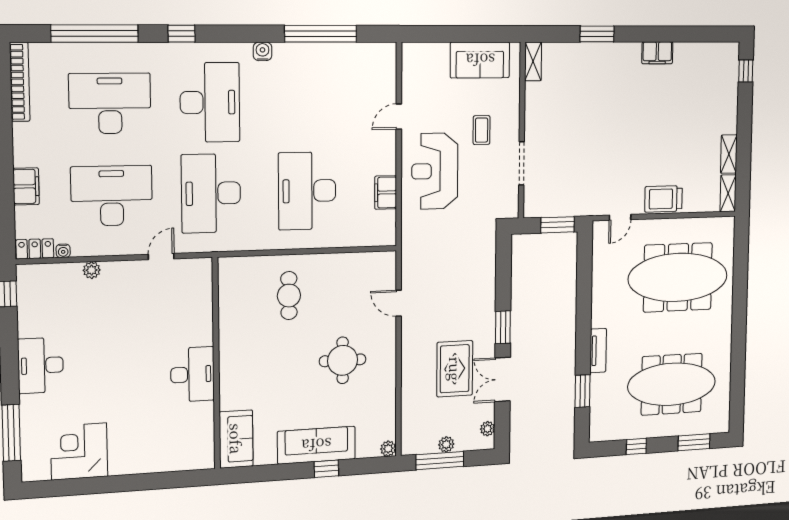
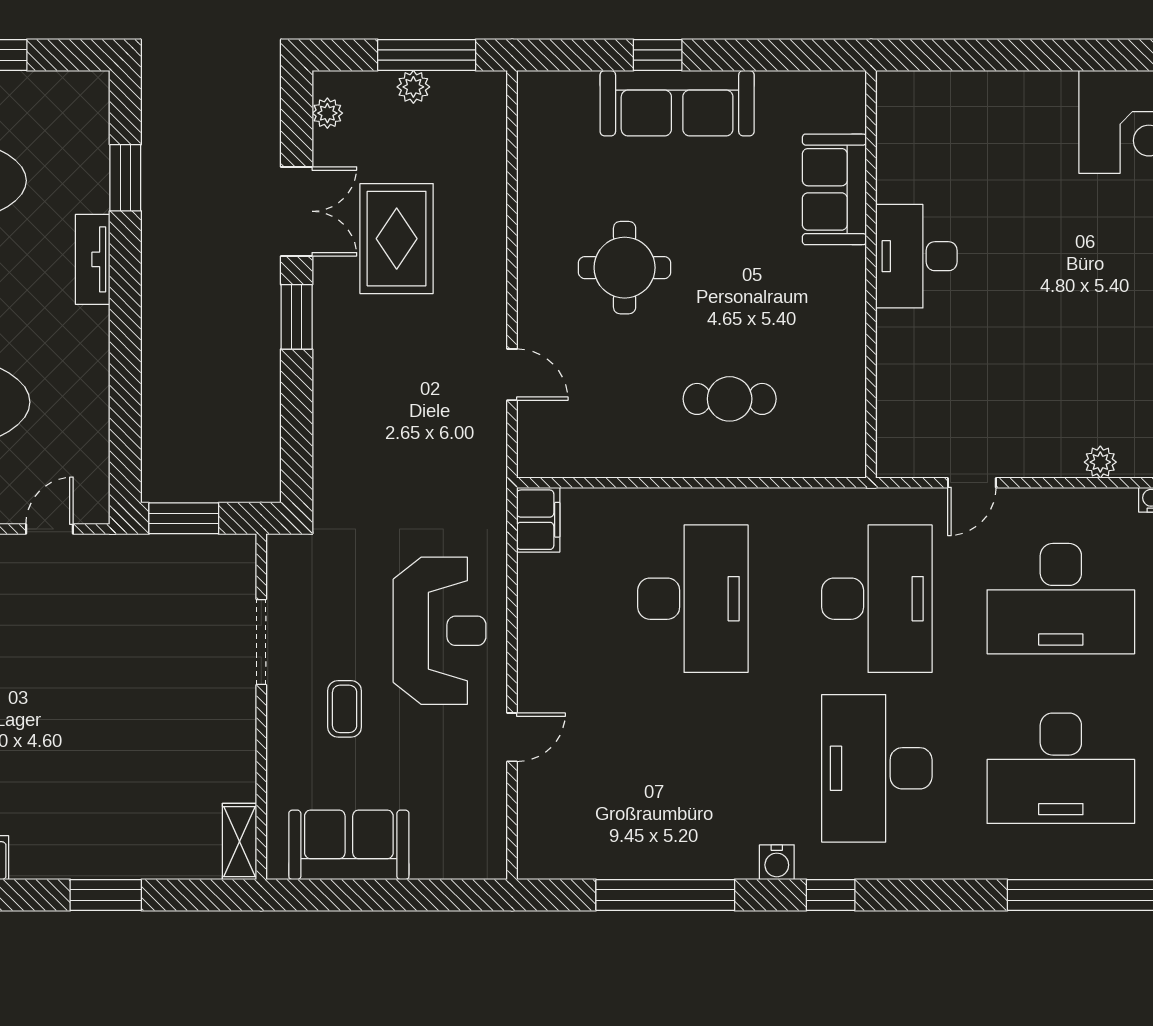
window: (182, 34) -> (831, 895), moved
filing cabinet: (386, 192) -> (538, 520), moved
cafe table: (289, 296) -> (730, 399), turned 90
sofa: (236, 439) -> (834, 189), moved
plant: (388, 449) -> (533, 87), removed

